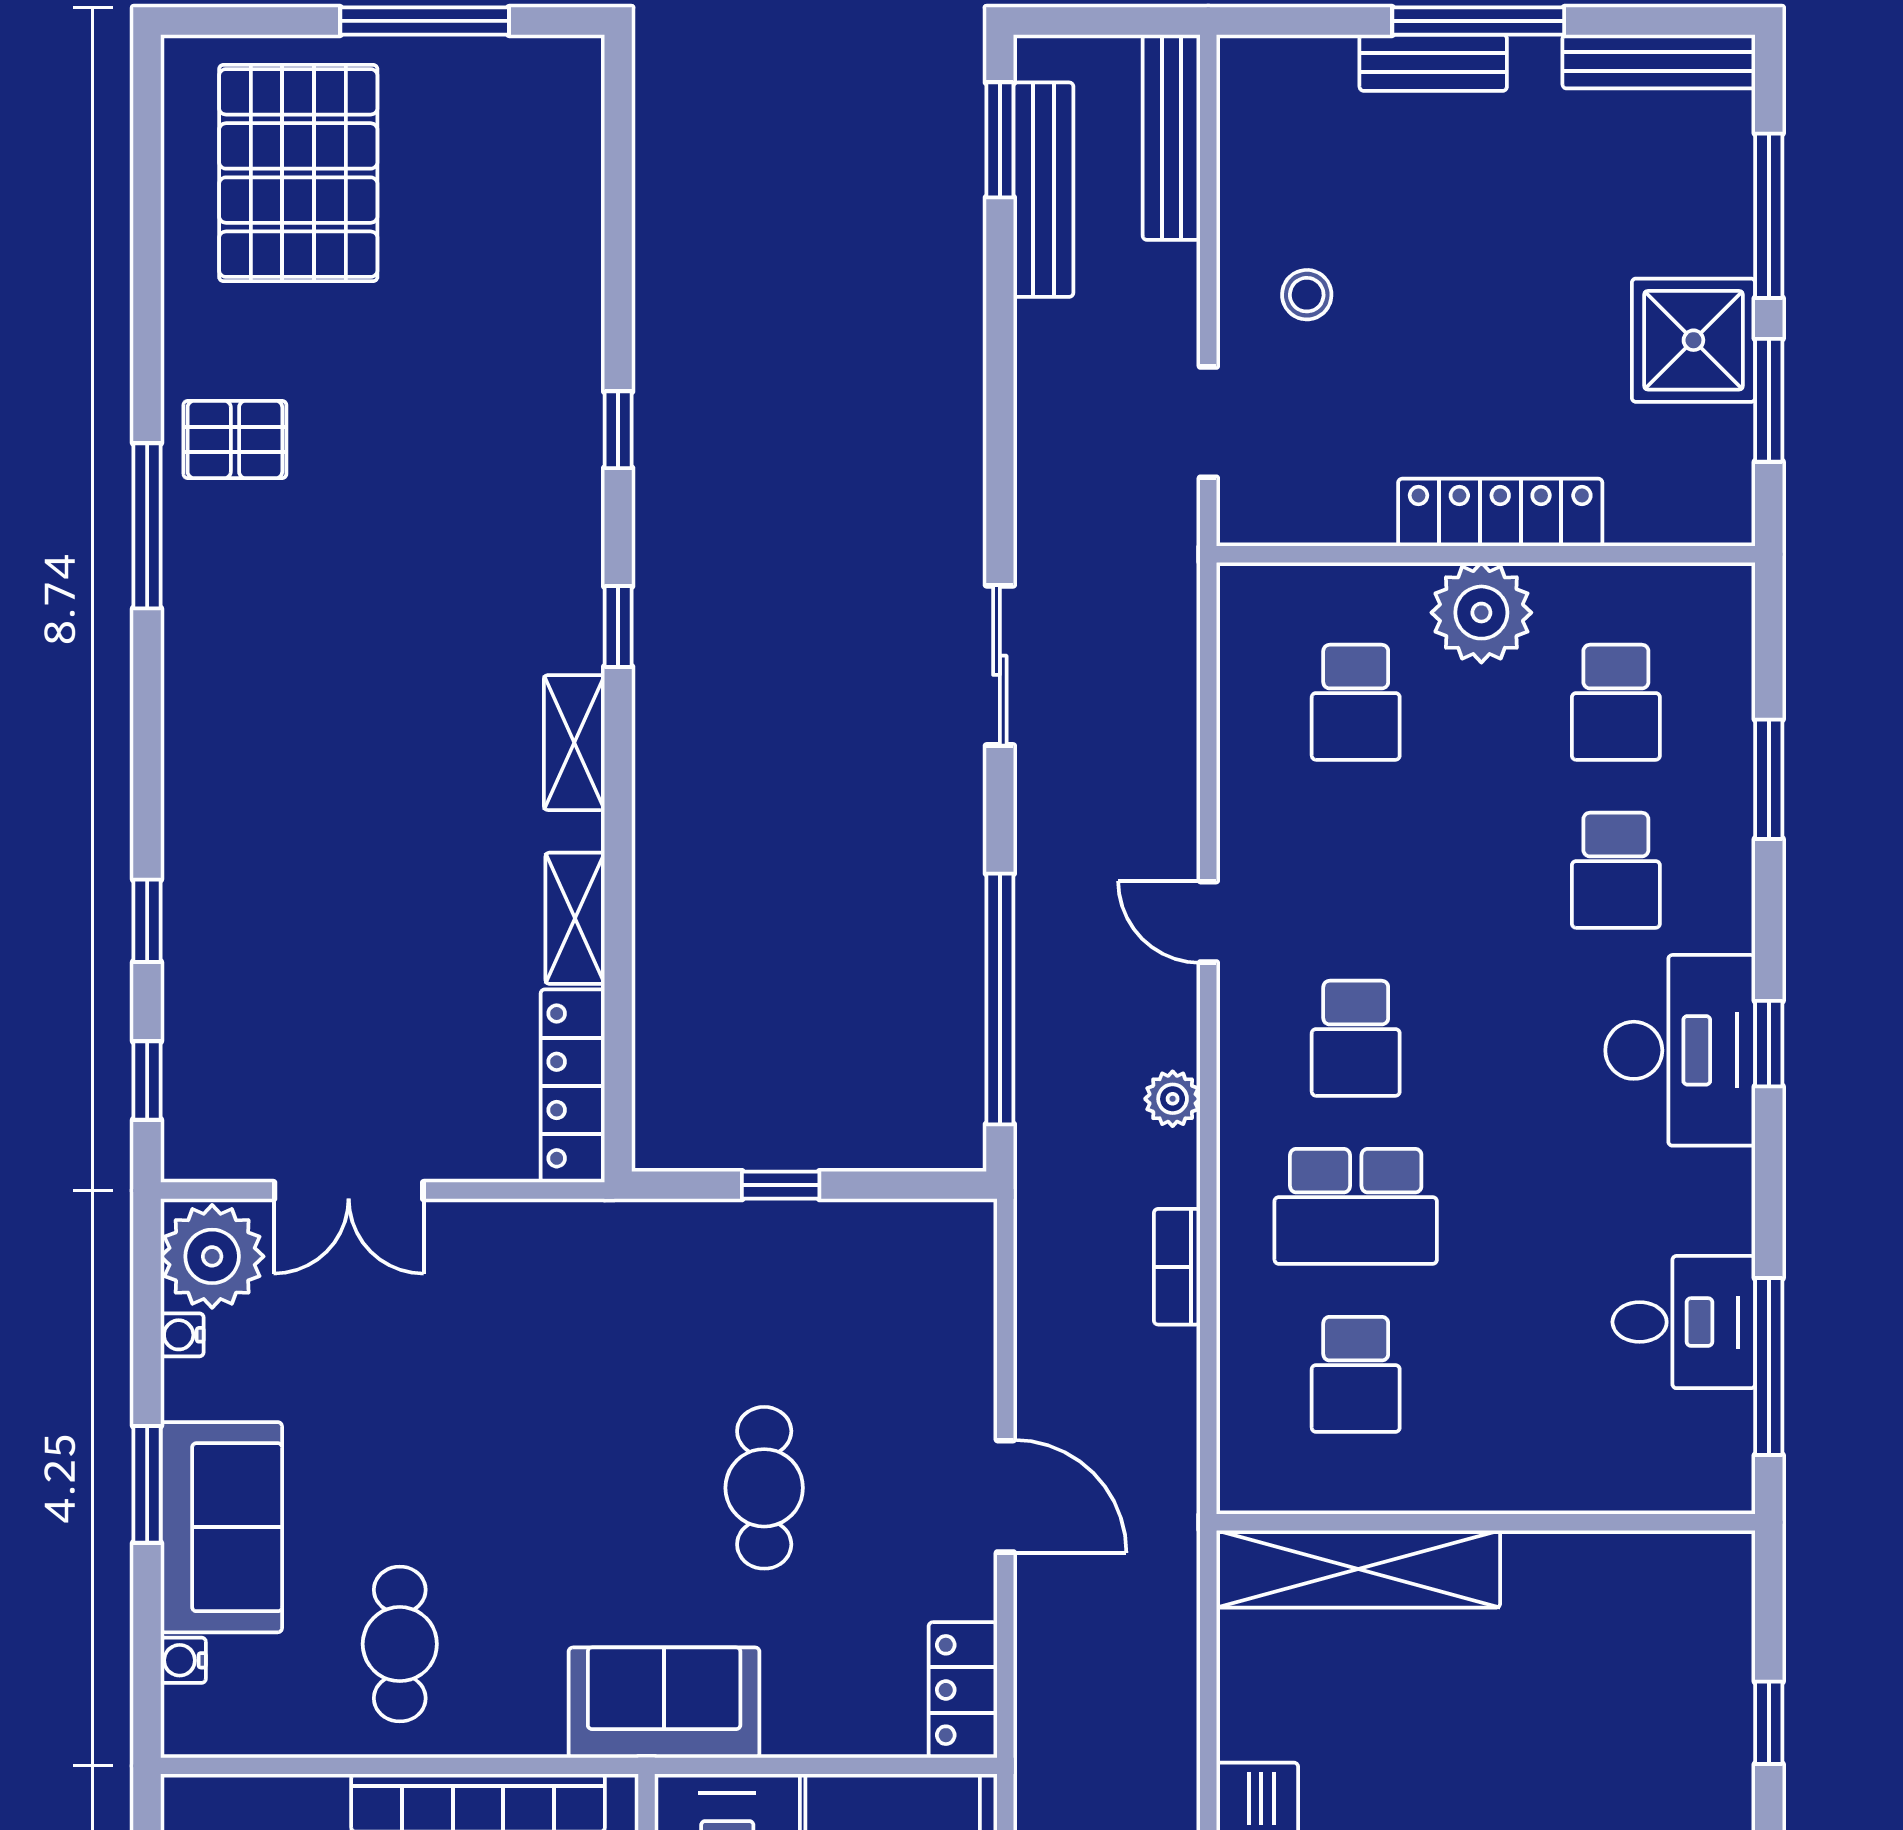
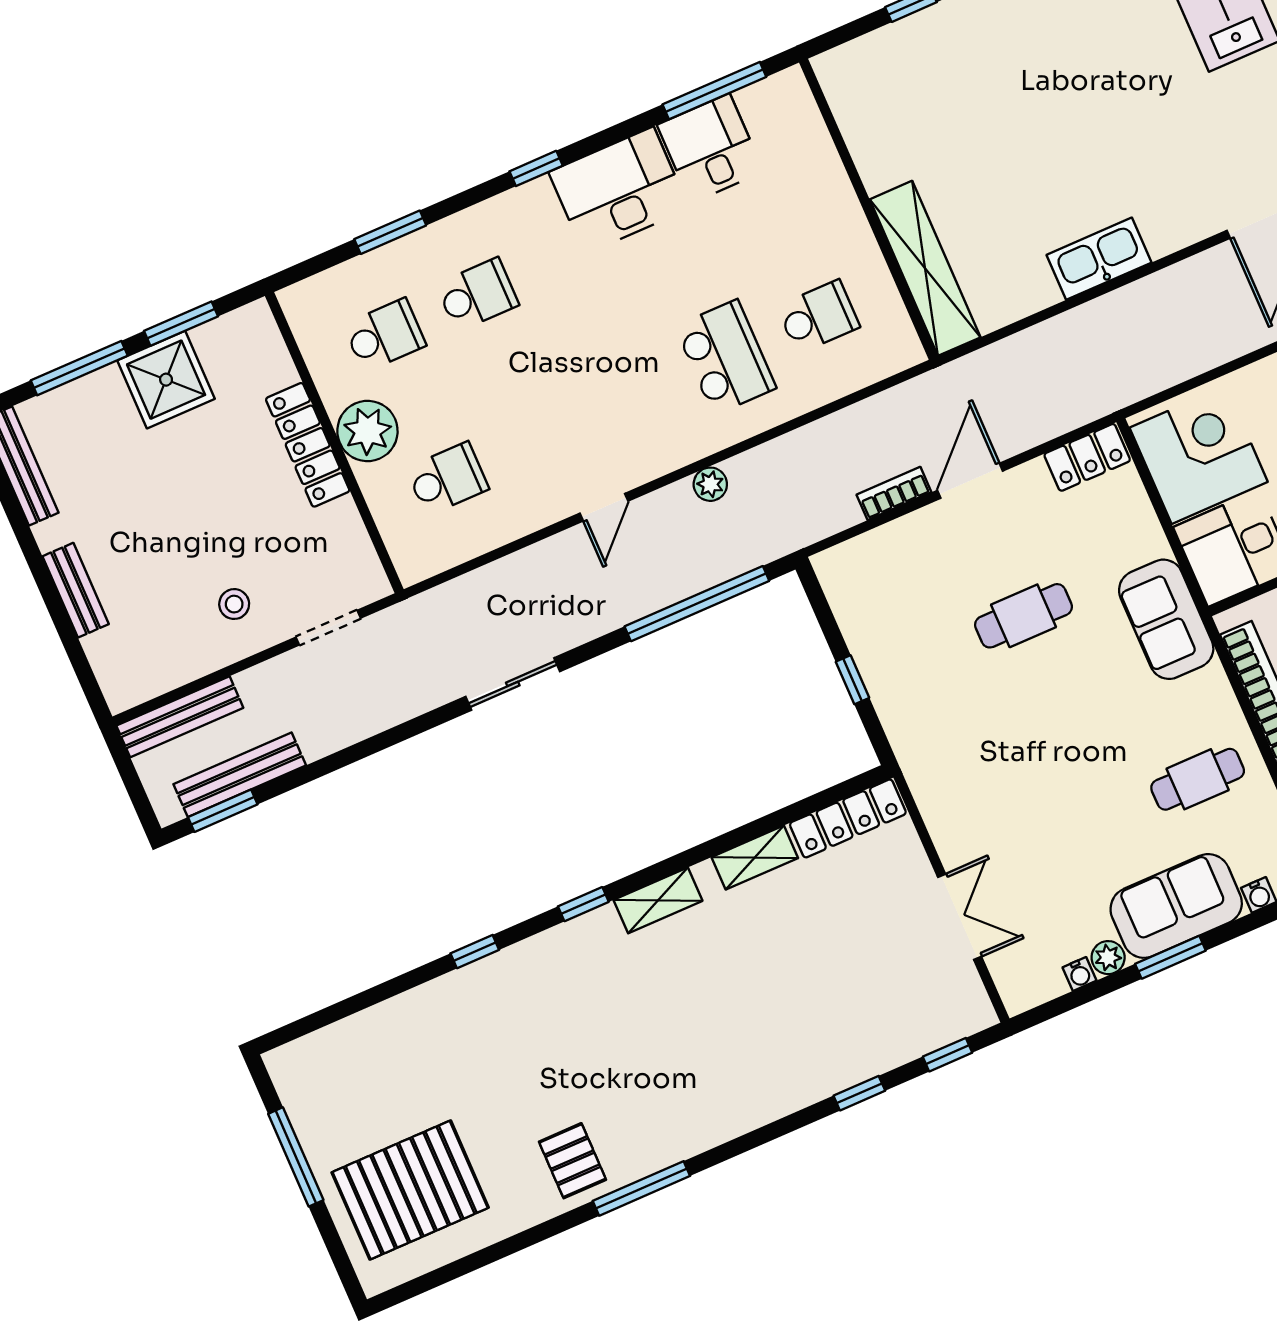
window: (1478, 21) -> (42, 575), removed
school desk: (1356, 1038) -> (633, 398), removed
desk: (1680, 1050) -> (619, 190), moved
plant: (212, 1256) -> (1108, 958), moved, width x0.53, depth x0.53
bookcase: (1177, 1267) -> (894, 493), moved, turned 180

